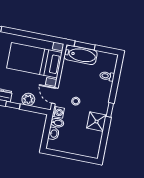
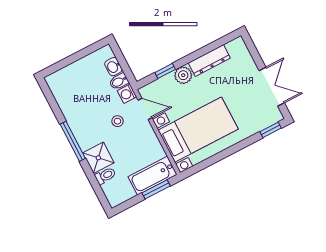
plant: (28, 99) -> (183, 75), moved
window: (13, 105) -> (165, 71), moved
window: (110, 110) -> (73, 141), width x2.17
shower: (97, 122) -> (98, 158), moved

